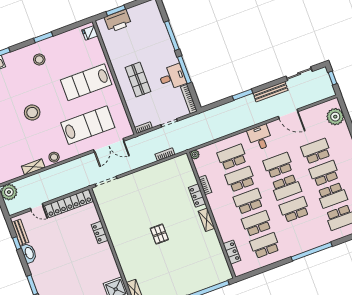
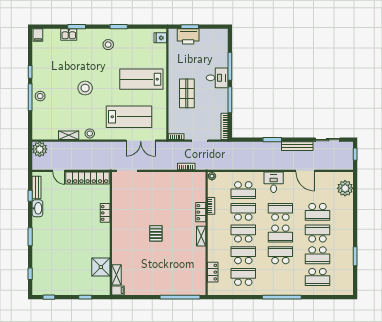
desk: (172, 77) -> (217, 78), moved
school desk: (316, 151) -> (317, 212), turned 180
school desk: (232, 157) -> (243, 190), turned 180

